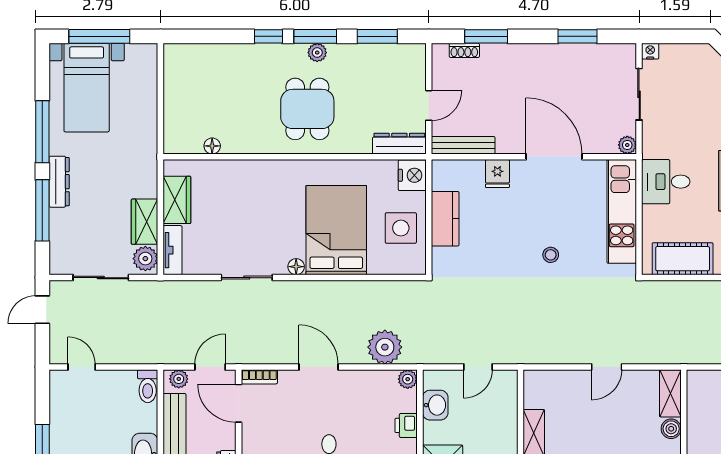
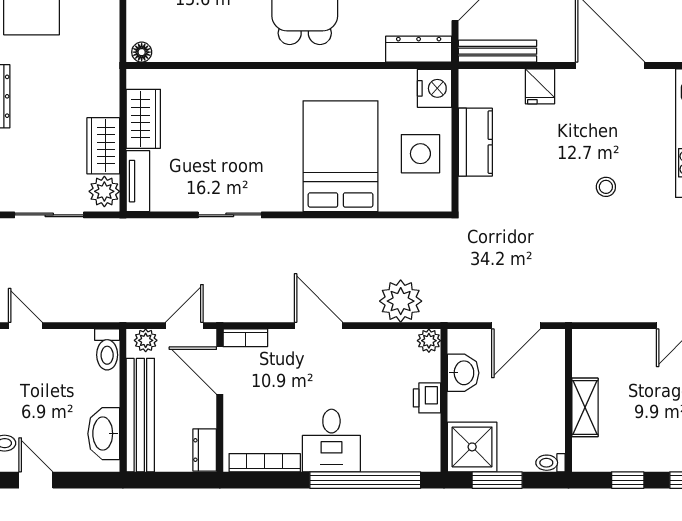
floor lamp: (212, 146) -> (142, 52), moved
floor lamp: (296, 267) -> (291, 202), removed
door: (478, 367) -> (516, 326), width x1.38

